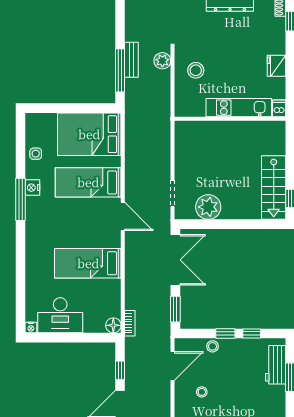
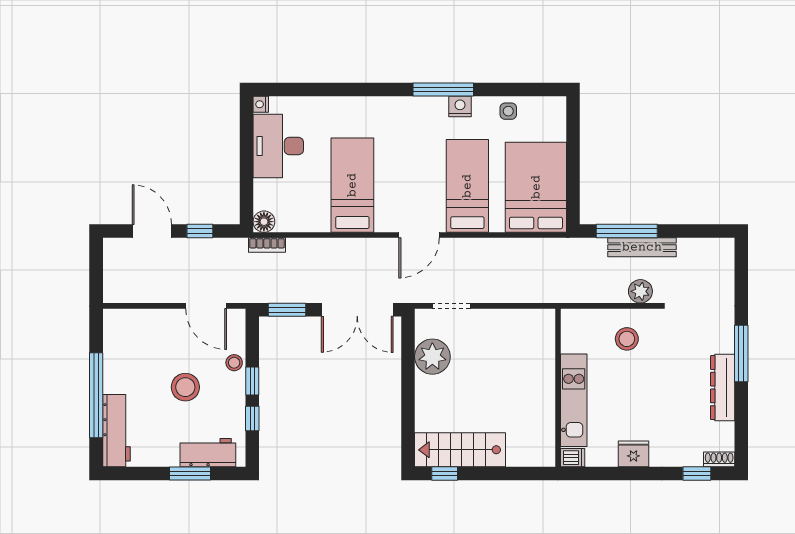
bench: (131, 60) -> (642, 247), width x1.36
stool: (202, 392) -> (185, 387), moved, width x1.89, depth x1.89

